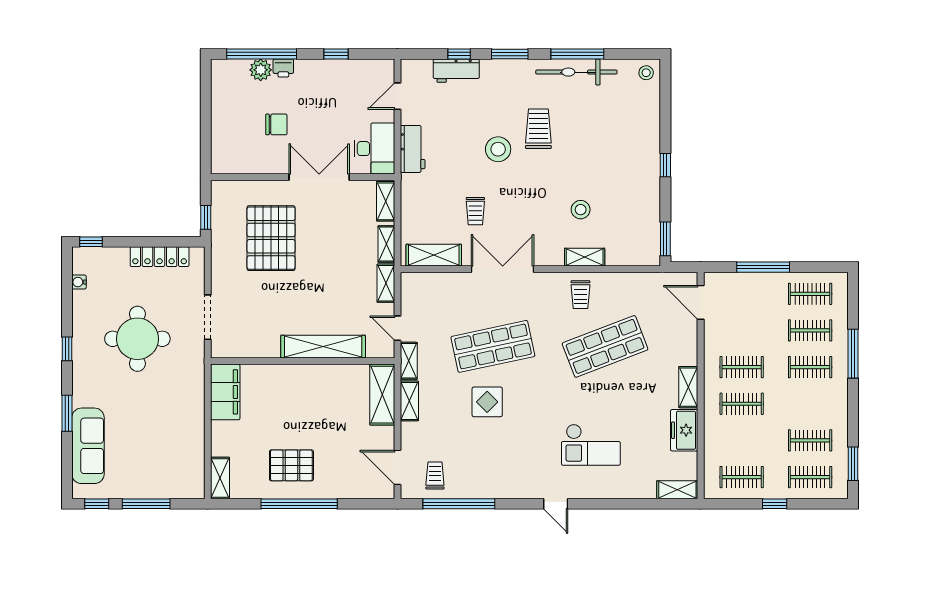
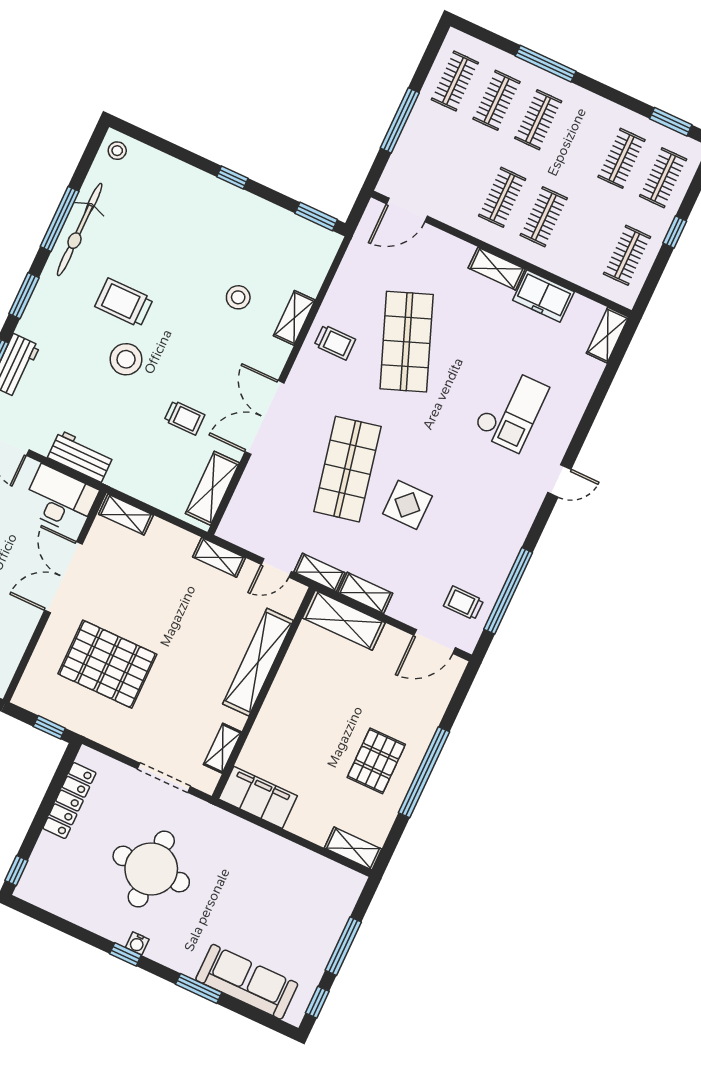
shelving: (386, 244) -> (223, 748), moved, turned 90
water cooler: (79, 282) -> (137, 943), moved

